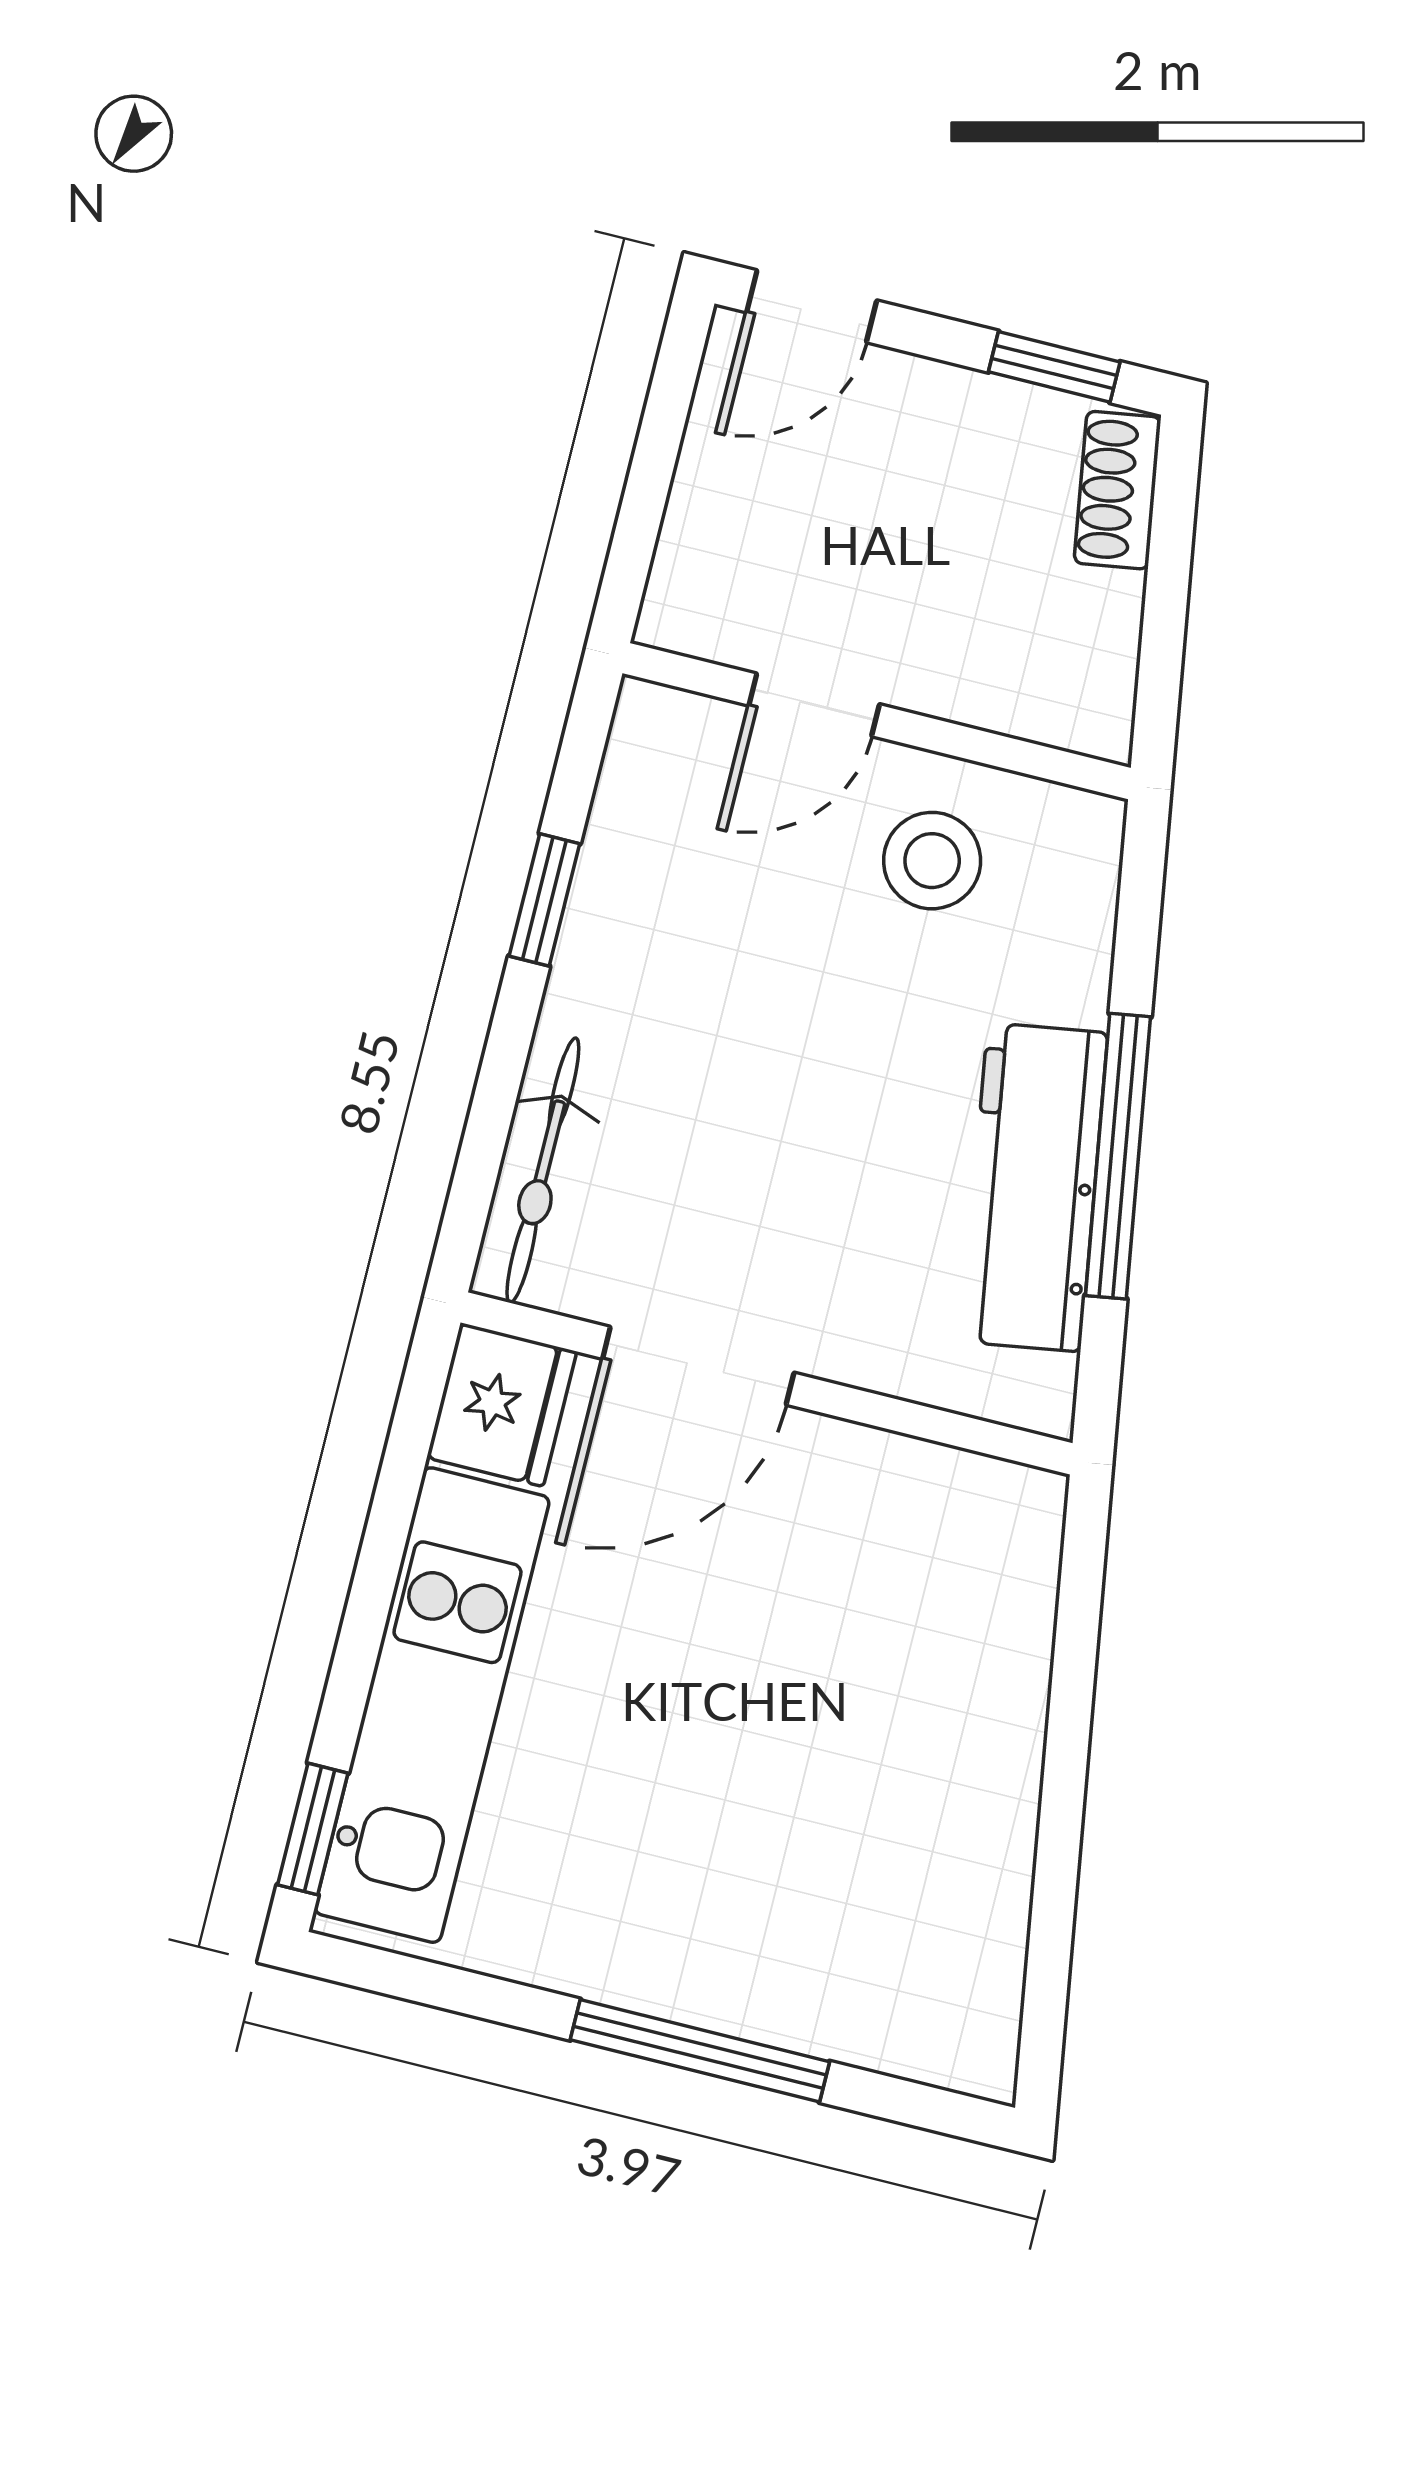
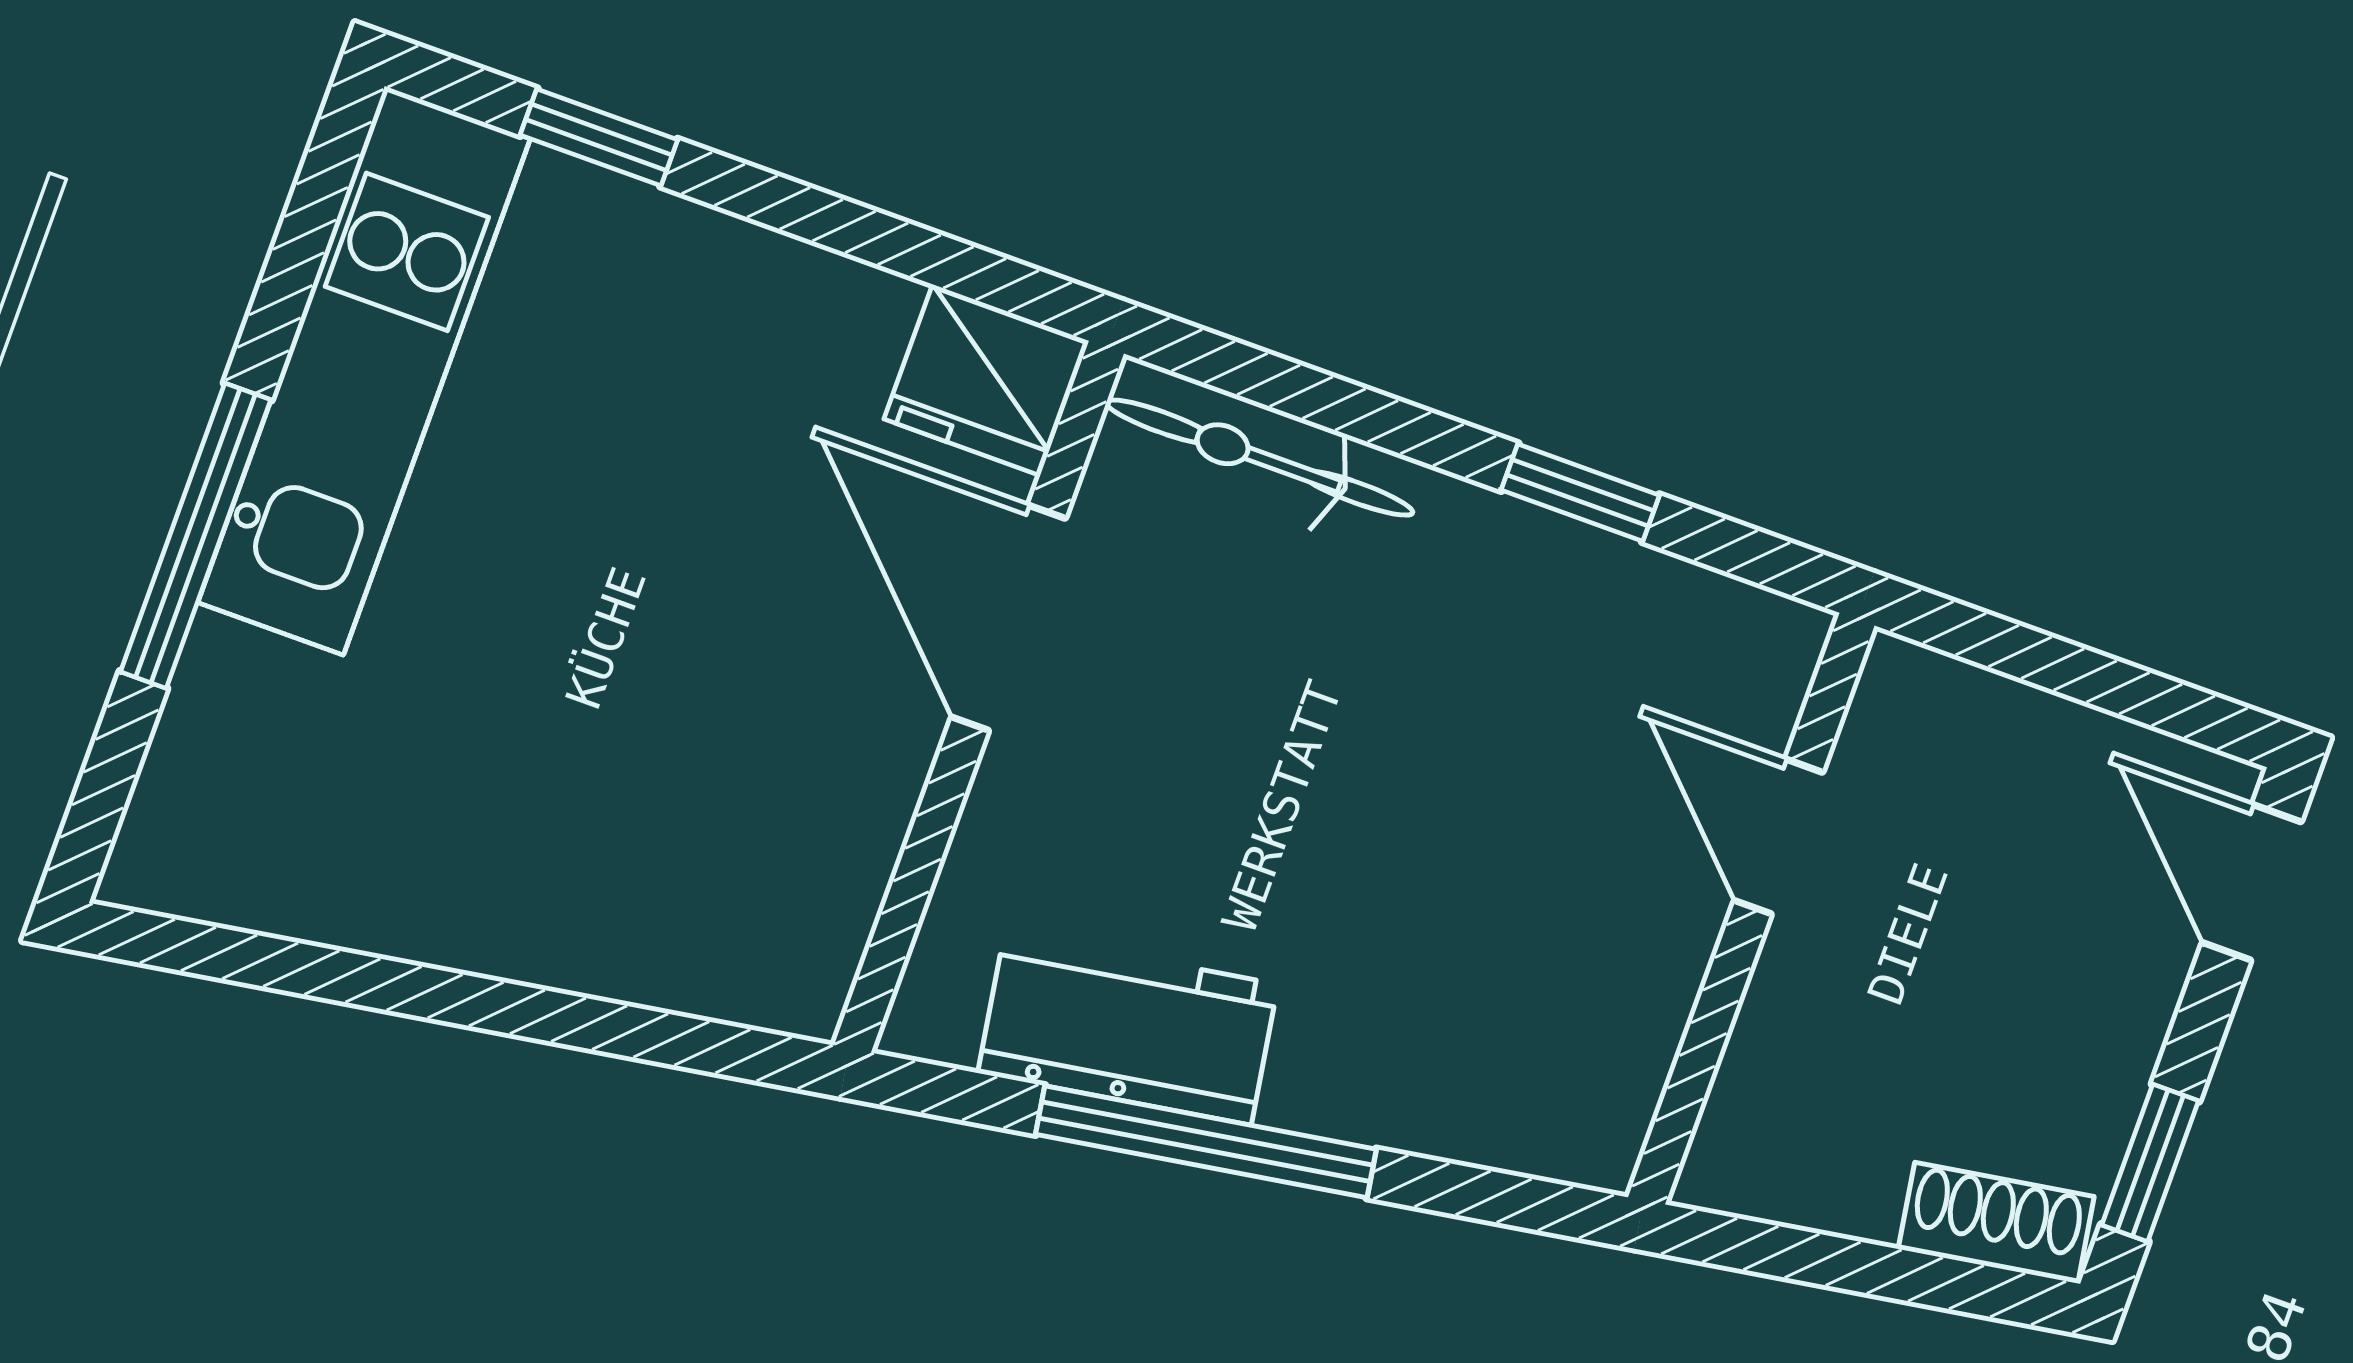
stool: (932, 861) -> (1579, 957), removed
workbench: (1034, 1187) -> (1128, 1029), width x0.73
kitchen unit: (432, 1705) -> (364, 371), moved, turned -90
window: (313, 1829) -> (599, 137), moved

